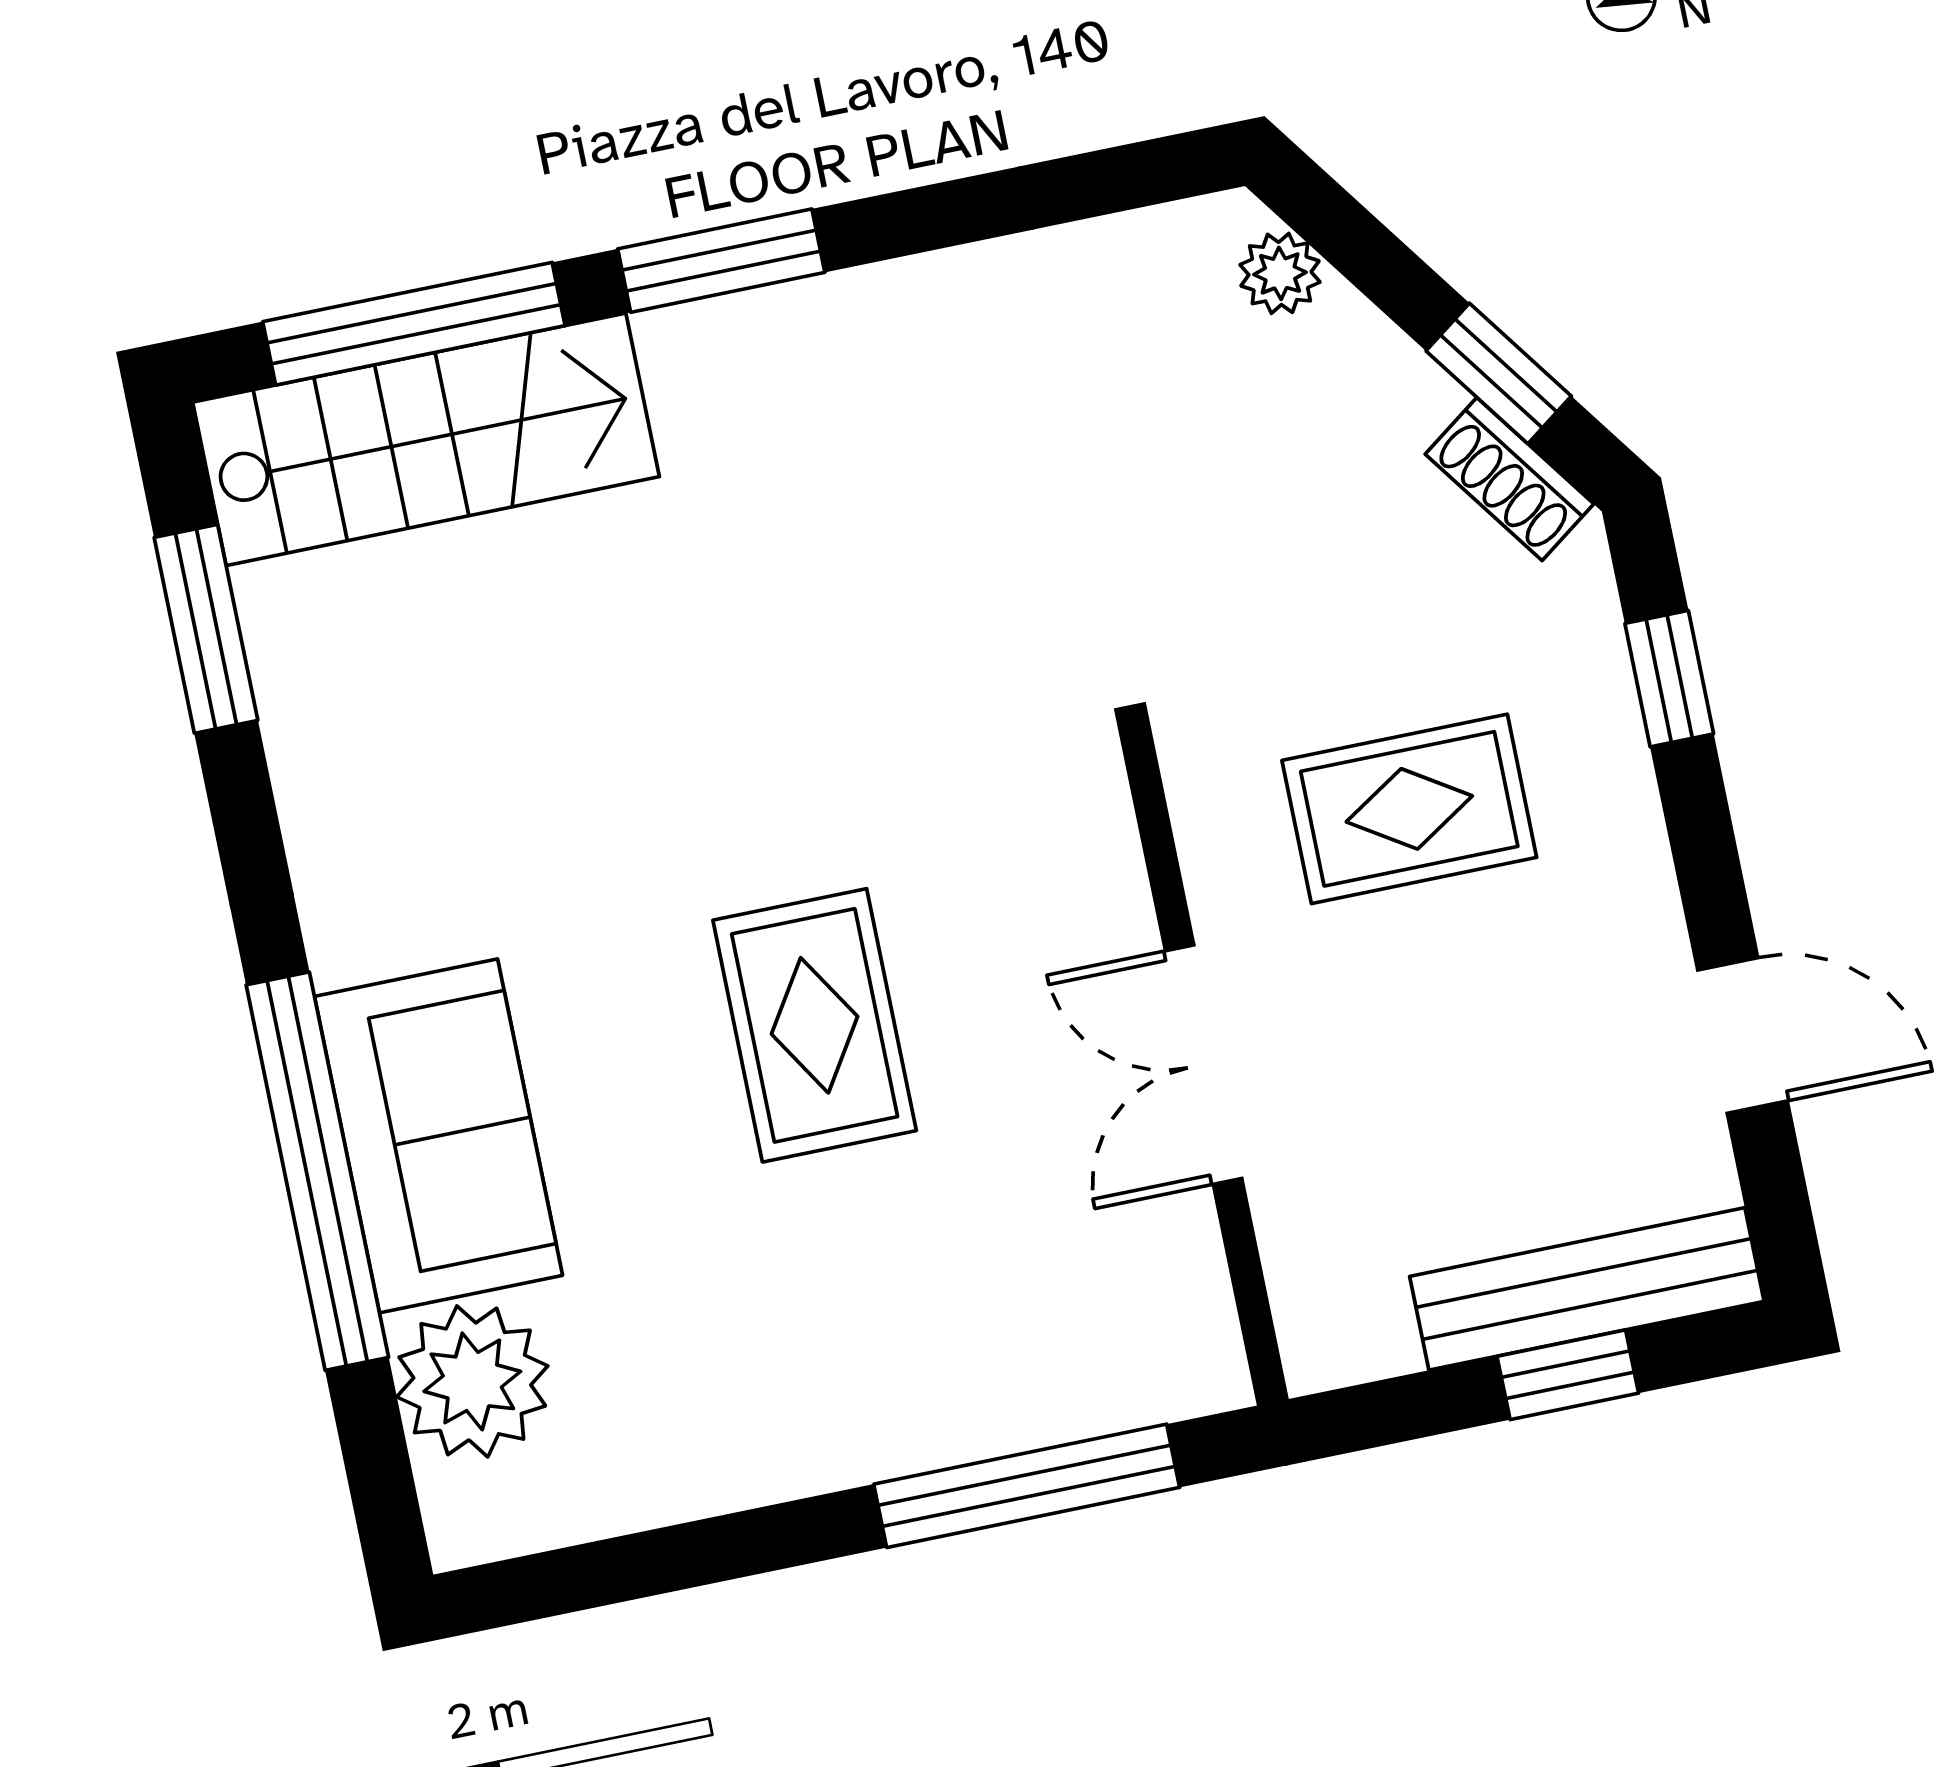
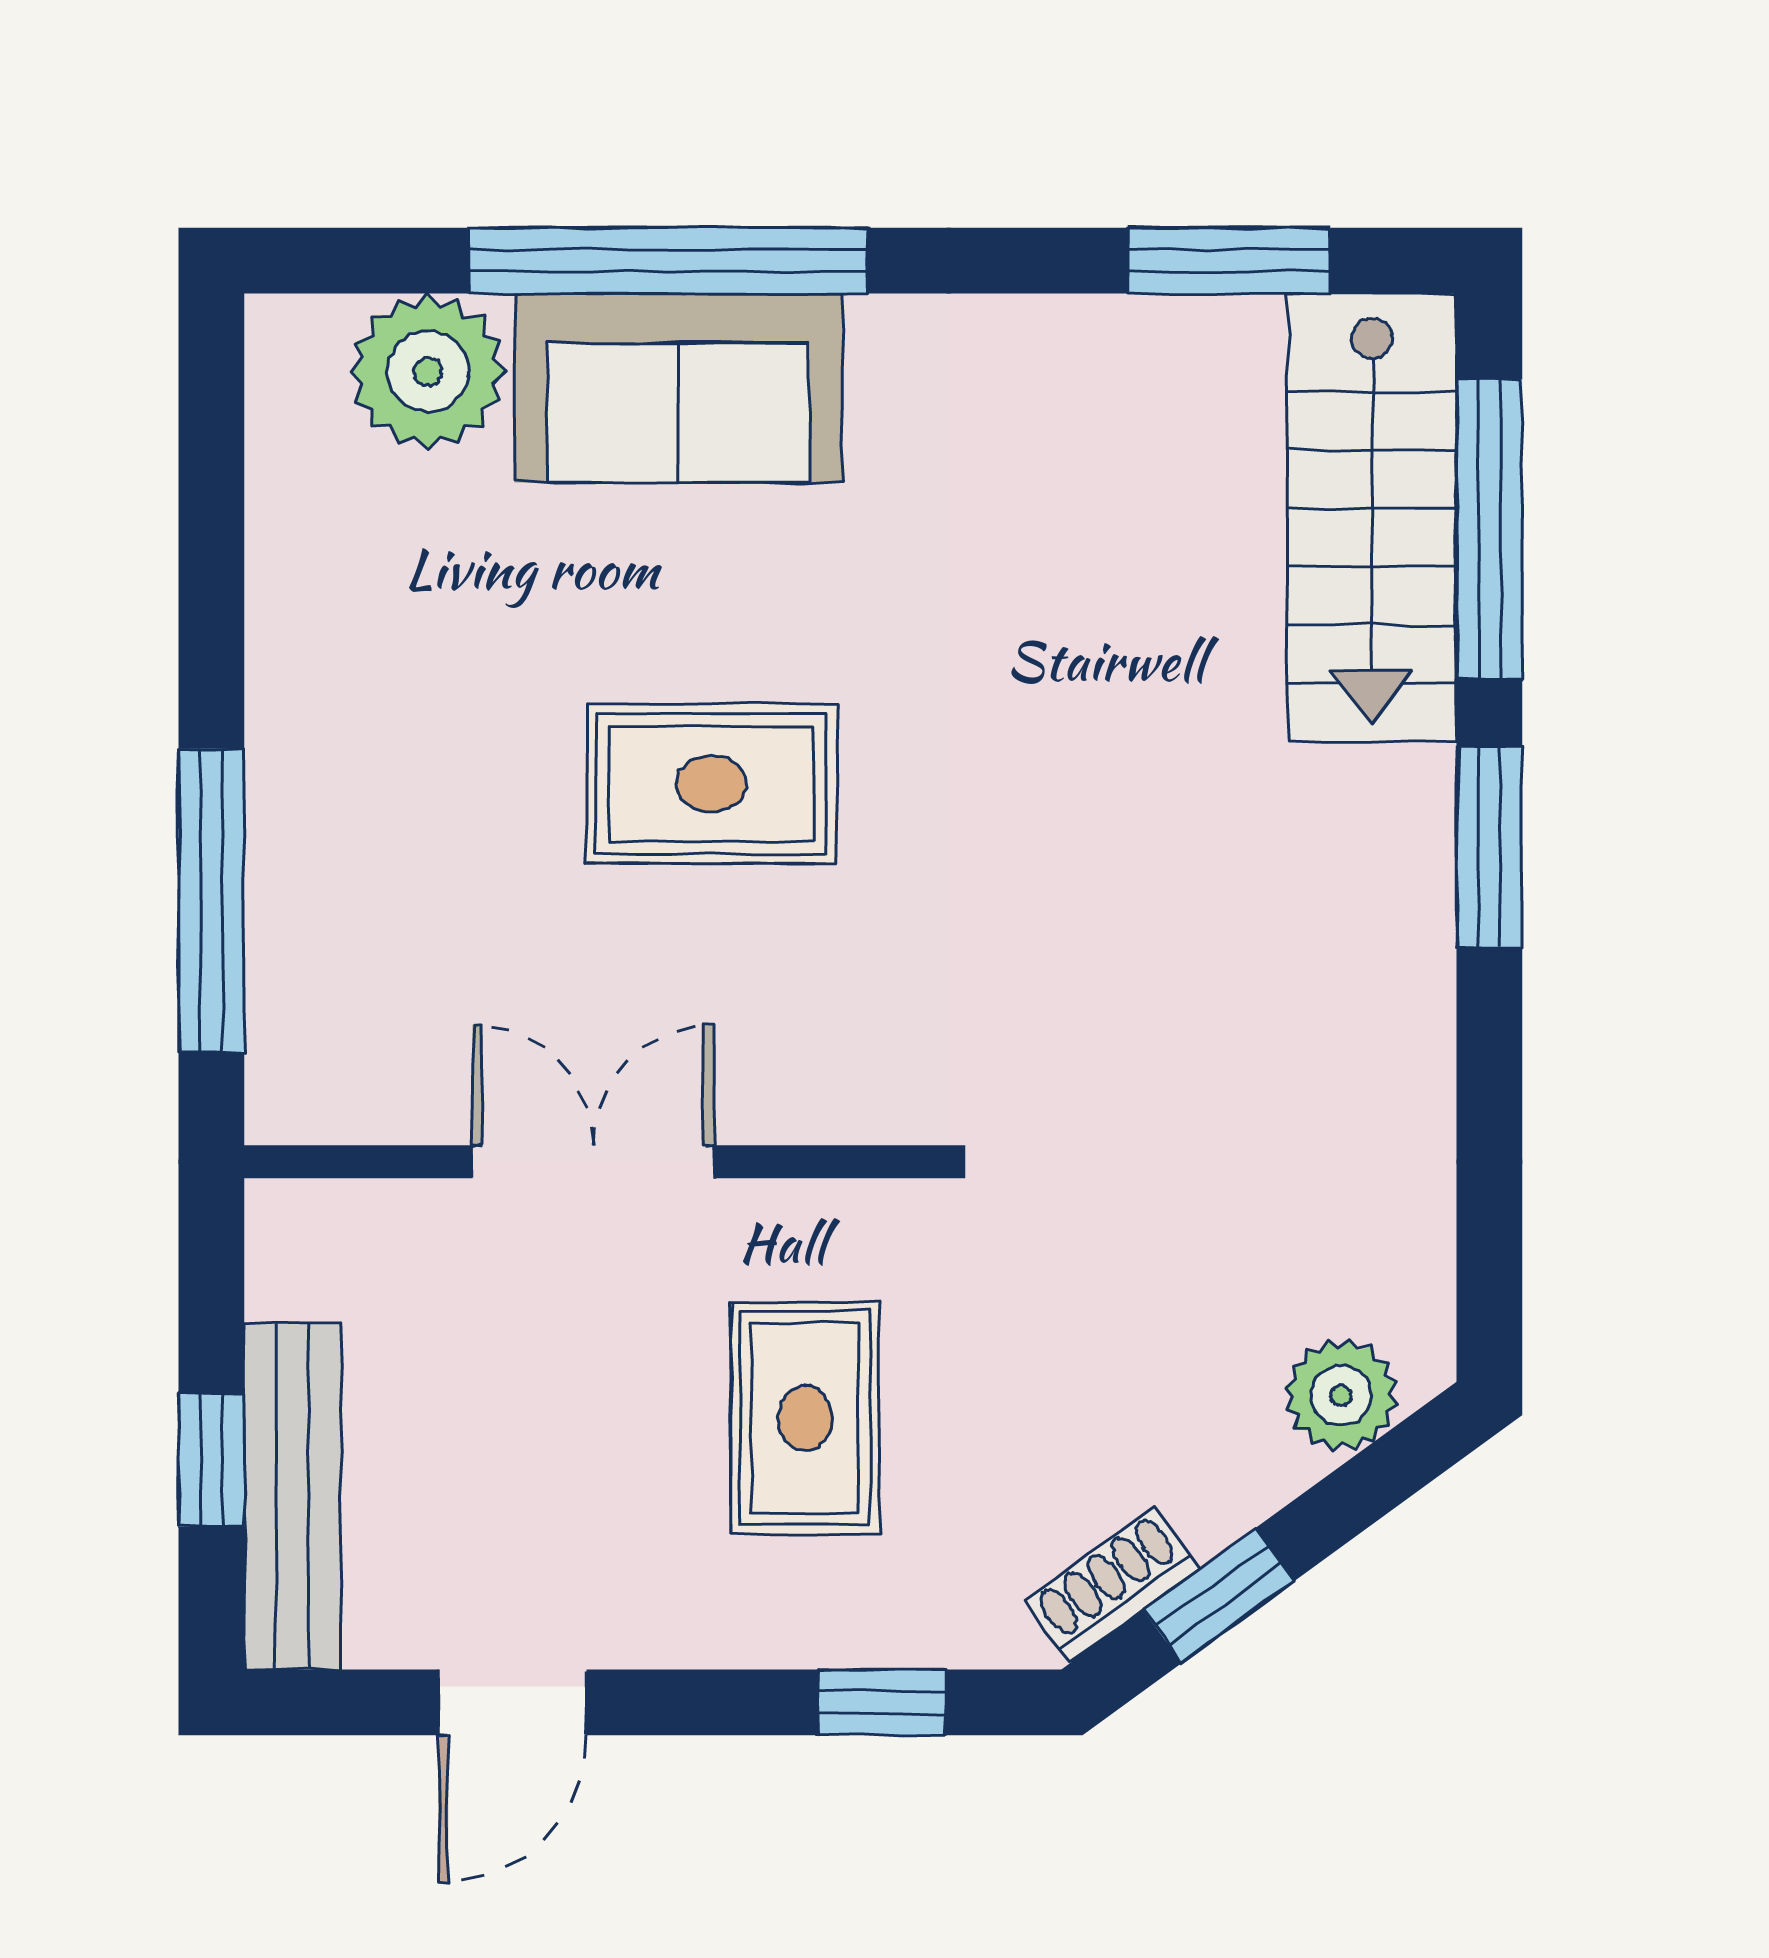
plant: (1280, 273) -> (1341, 1395), width x1.38, depth x1.38

